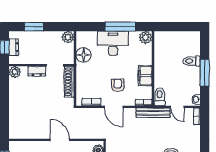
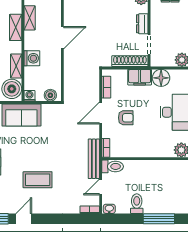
toilet: (192, 61) -> (137, 204), moved
window: (205, 73) -> (159, 219), moved
filing cabinet: (145, 76) -> (140, 77), moved, turned 180
door: (60, 140) -> (62, 38), moved

